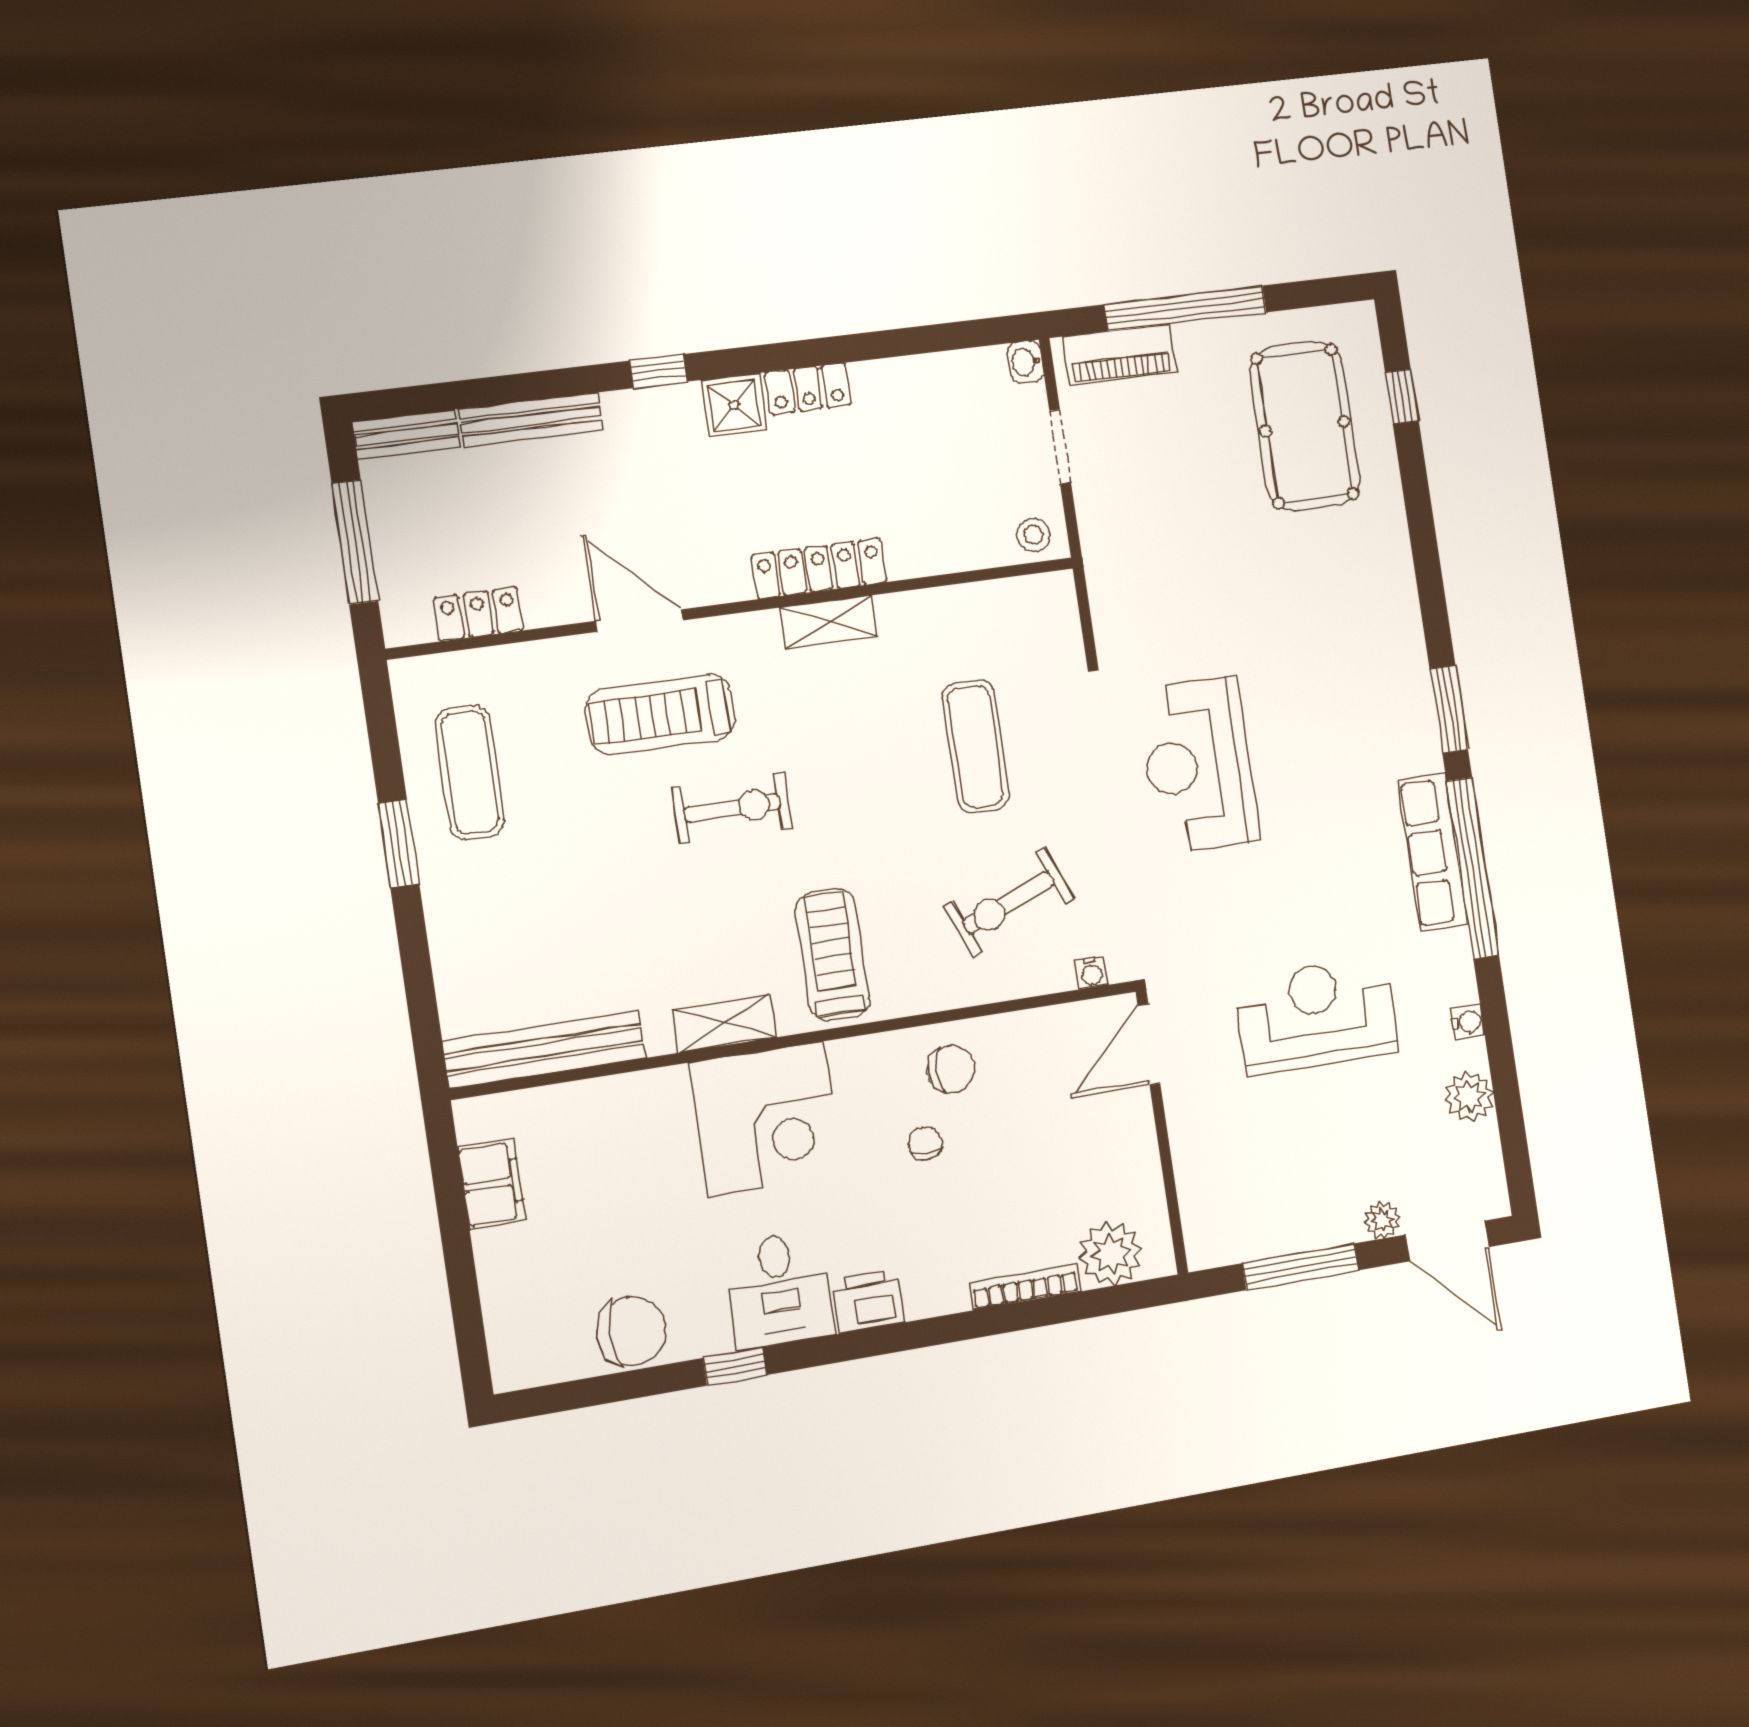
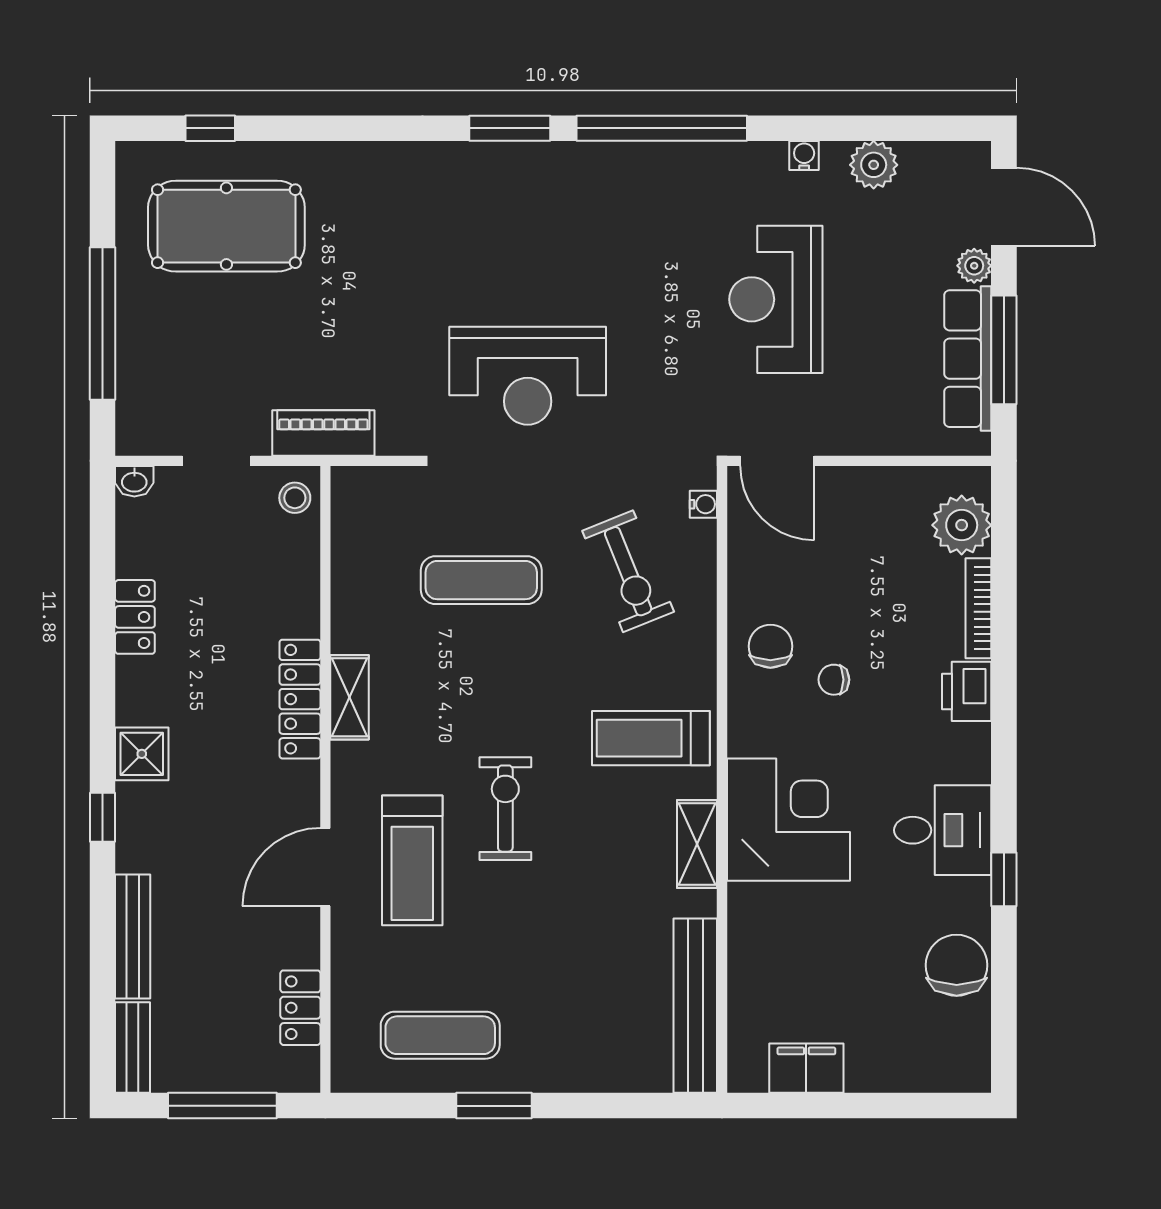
piano: (1120, 354) -> (323, 433), moved, turned -90
locker: (808, 389) -> (135, 617), moved
row of seats: (1433, 852) -> (968, 359), moved, turned 90
door: (1447, 1241) -> (1004, 207), hinge flipped
printer: (868, 1301) -> (967, 691), moved

